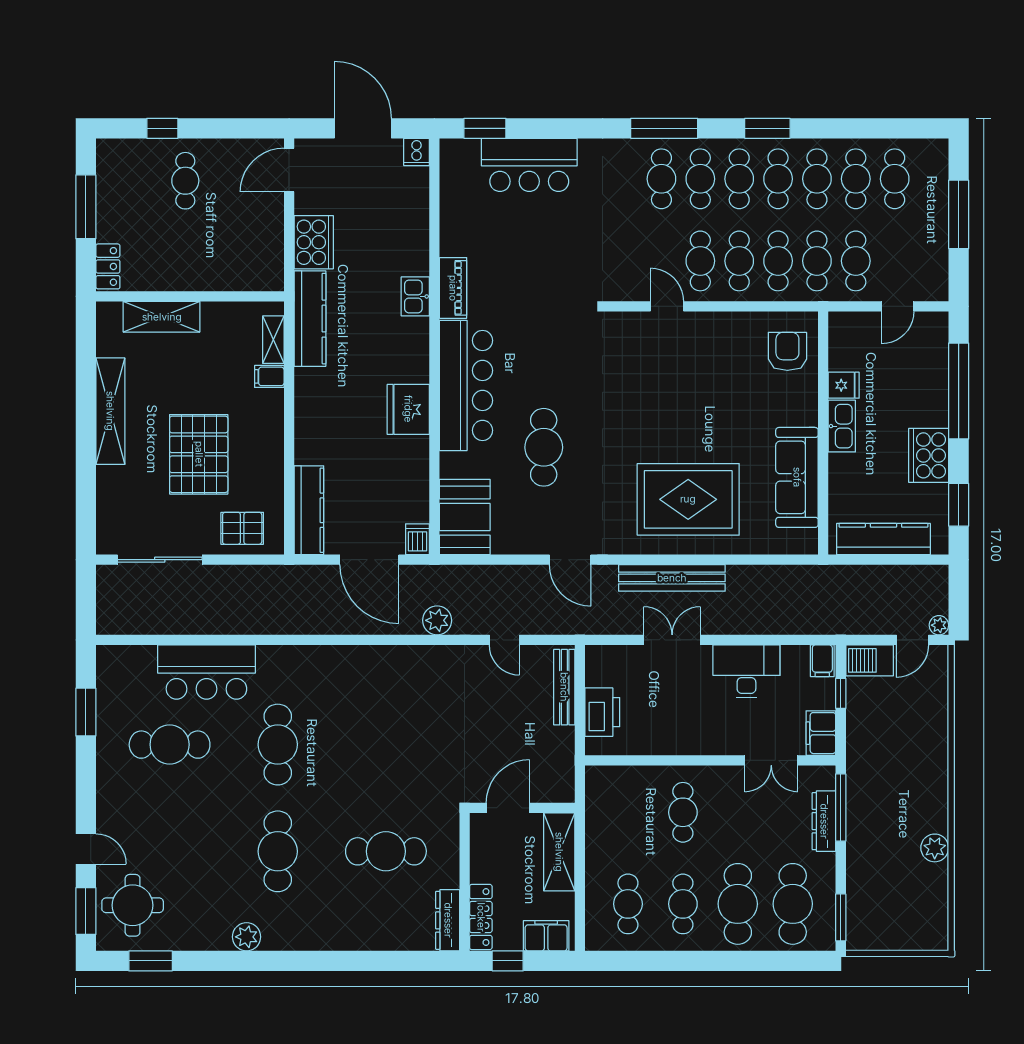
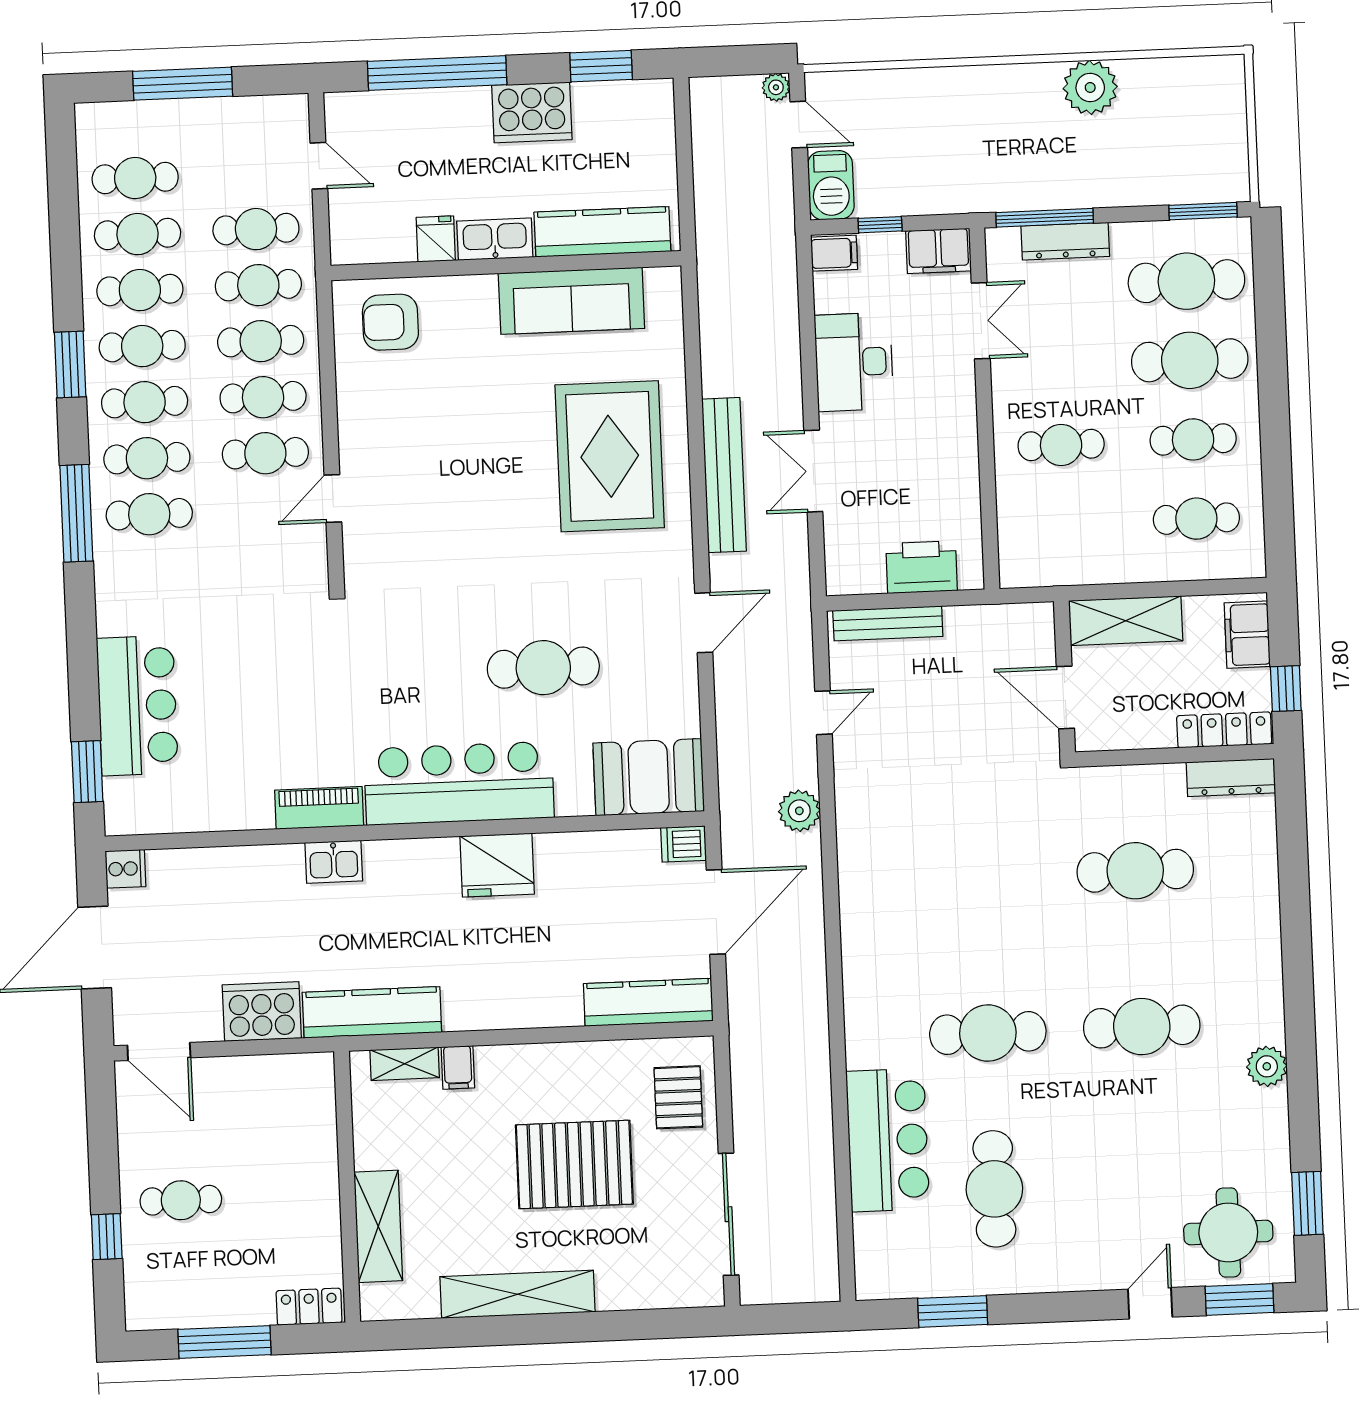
kitchen counter: (883, 539) -> (602, 232), moved, turned 90
plant: (935, 848) -> (1090, 87), width x1.36, depth x1.36
cafe table: (386, 851) -> (1135, 871), turned 90

